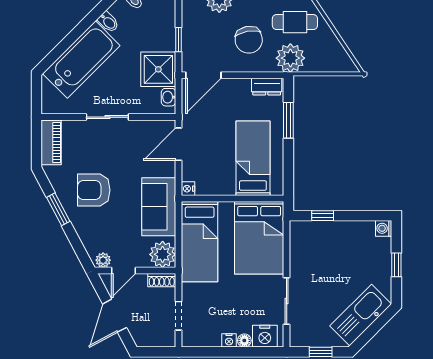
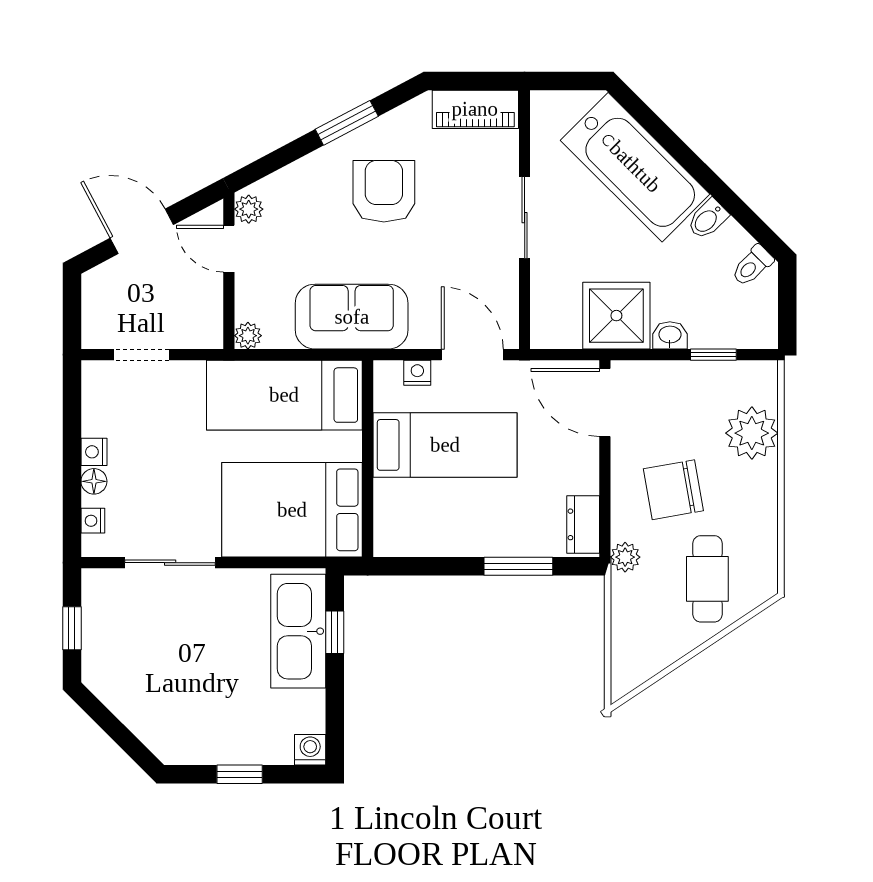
window: (179, 40) -> (713, 355), moved
plant: (290, 58) -> (625, 557), width x0.53, depth x0.53
washbasin: (169, 97) -> (670, 335), moved
bed: (253, 158) -> (445, 445), moved
nightstand: (188, 189) -> (417, 373), moved
plant: (163, 254) -> (248, 336), width x0.53, depth x0.53
shoe rack: (162, 280) -> (210, 322), removed
kitchen sink: (361, 315) -> (298, 631), moved, turned -135
nightstand: (265, 336) -> (93, 521), width x0.53, depth x0.56

